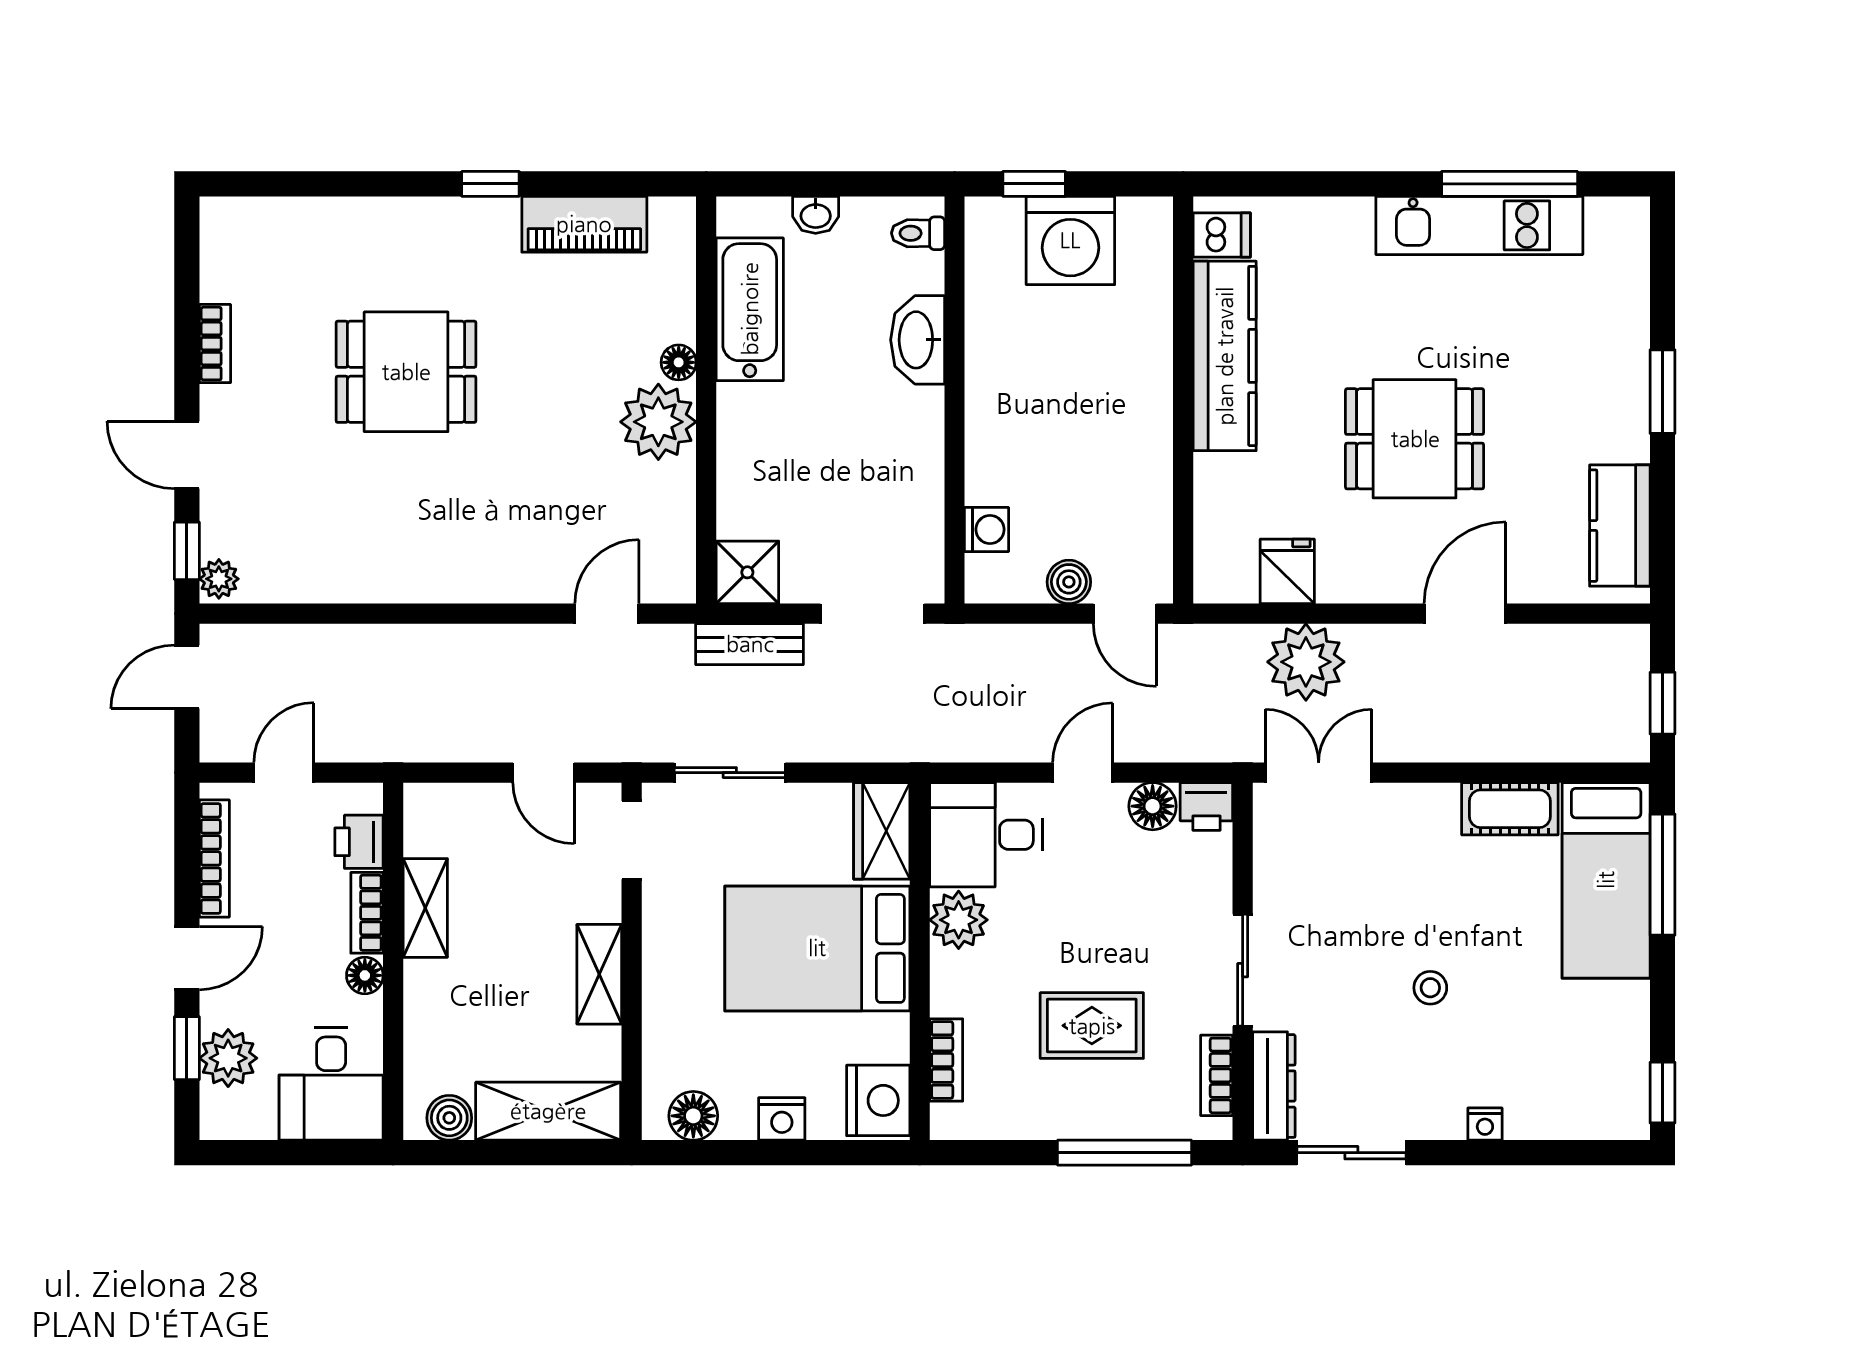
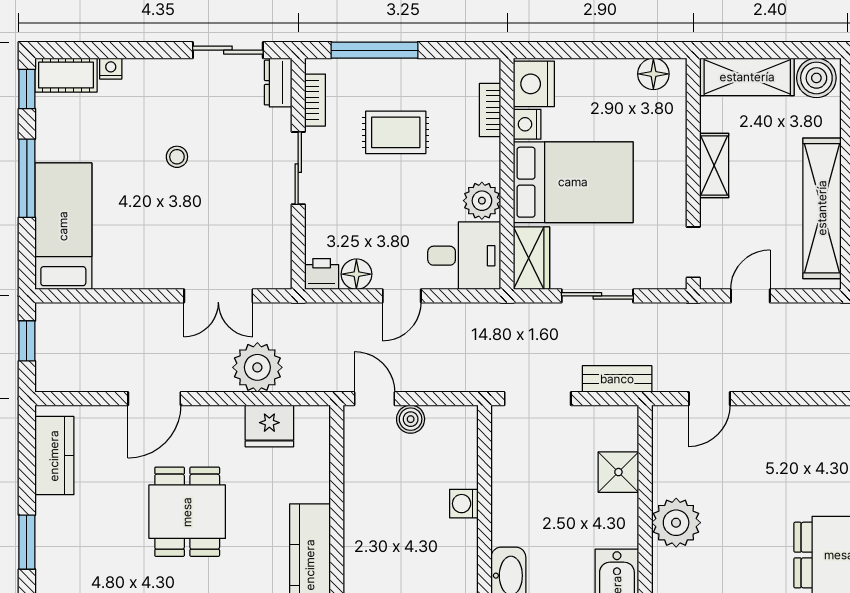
floor lamp: (679, 362) -> (663, 561), removed
dining table: (1415, 439) -> (187, 512), turned 90
washing machine: (986, 529) -> (464, 504), moved
fridge: (1287, 571) -> (269, 426), width x1.38
shower: (747, 572) -> (618, 472), moved
door: (543, 773) -> (750, 296), hinge flipped
sliding door: (730, 773) -> (597, 296), moved
double door: (1319, 773) -> (218, 296), moved
cot: (1510, 809) -> (66, 75), moved
window: (1663, 875) -> (27, 178), moved
shelving: (425, 908) -> (822, 208), width x2.20, depth x1.33
dresser: (1274, 1086) -> (278, 83), width x0.70
boiler: (449, 1118) -> (816, 78), width x1.36, depth x1.36
nightstand: (782, 1119) -> (527, 124), moved, turned -90
nightstand: (1485, 1124) -> (111, 69), moved

